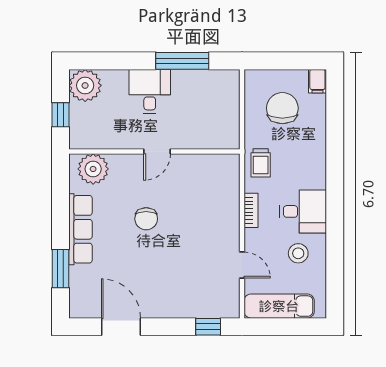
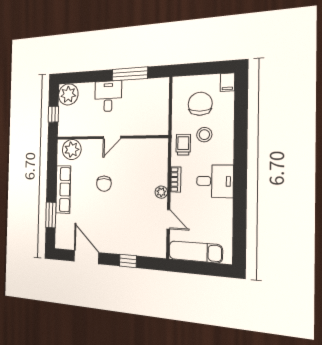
trolley: (261, 163) -> (183, 145), turned 180
plant: (231, 228) -> (161, 192), added
stool: (298, 253) -> (204, 135), moved
window: (208, 327) -> (128, 261), moved

